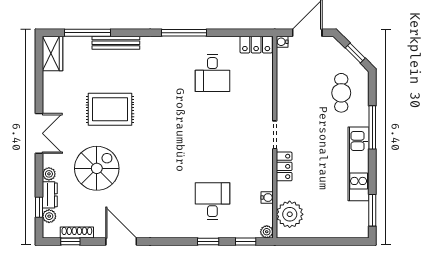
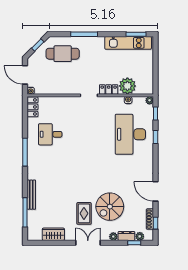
wardrobe: (53, 53) -> (53, 234), moved
desk: (212, 73) -> (50, 134), turned 180
cafe table: (341, 93) -> (63, 54), width x1.37, depth x1.35
rug: (110, 109) -> (84, 213), moved, width x0.73, depth x0.70
kitchen unit: (359, 164) -> (128, 43), moved
spiral stairs: (97, 168) -> (110, 207), turned -90
desk: (212, 201) -> (130, 134), width x1.87, depth x1.30
plant: (290, 214) -> (127, 86), moved
door: (121, 241) -> (156, 191), hinge flipped

